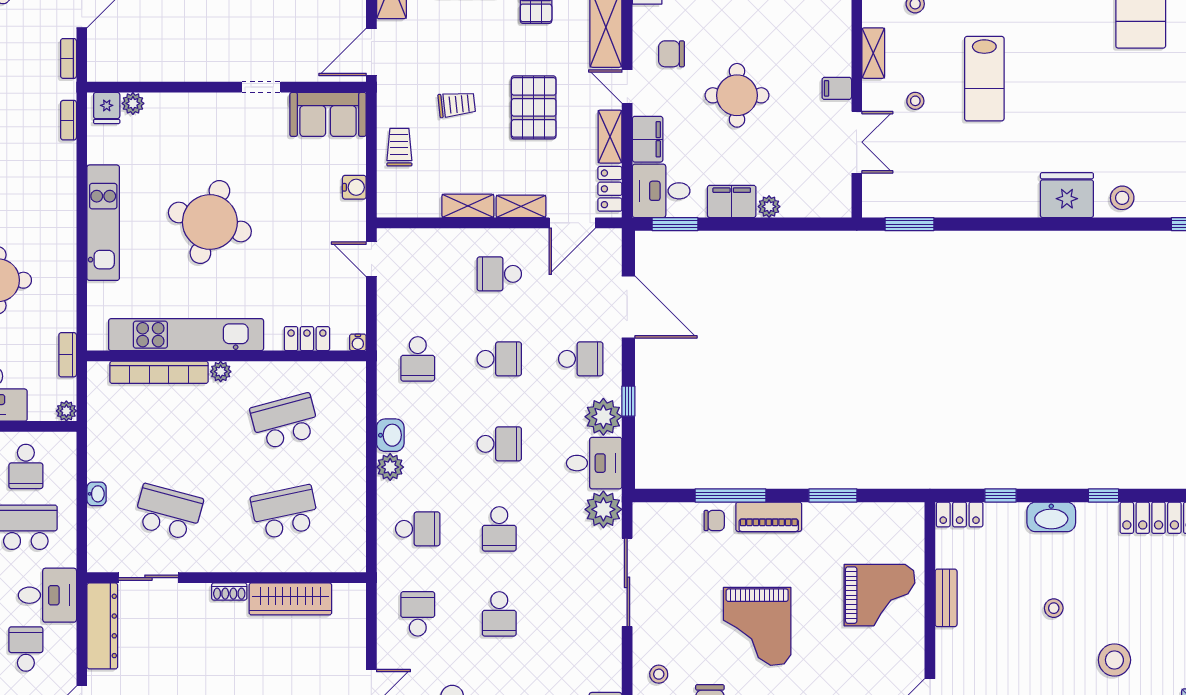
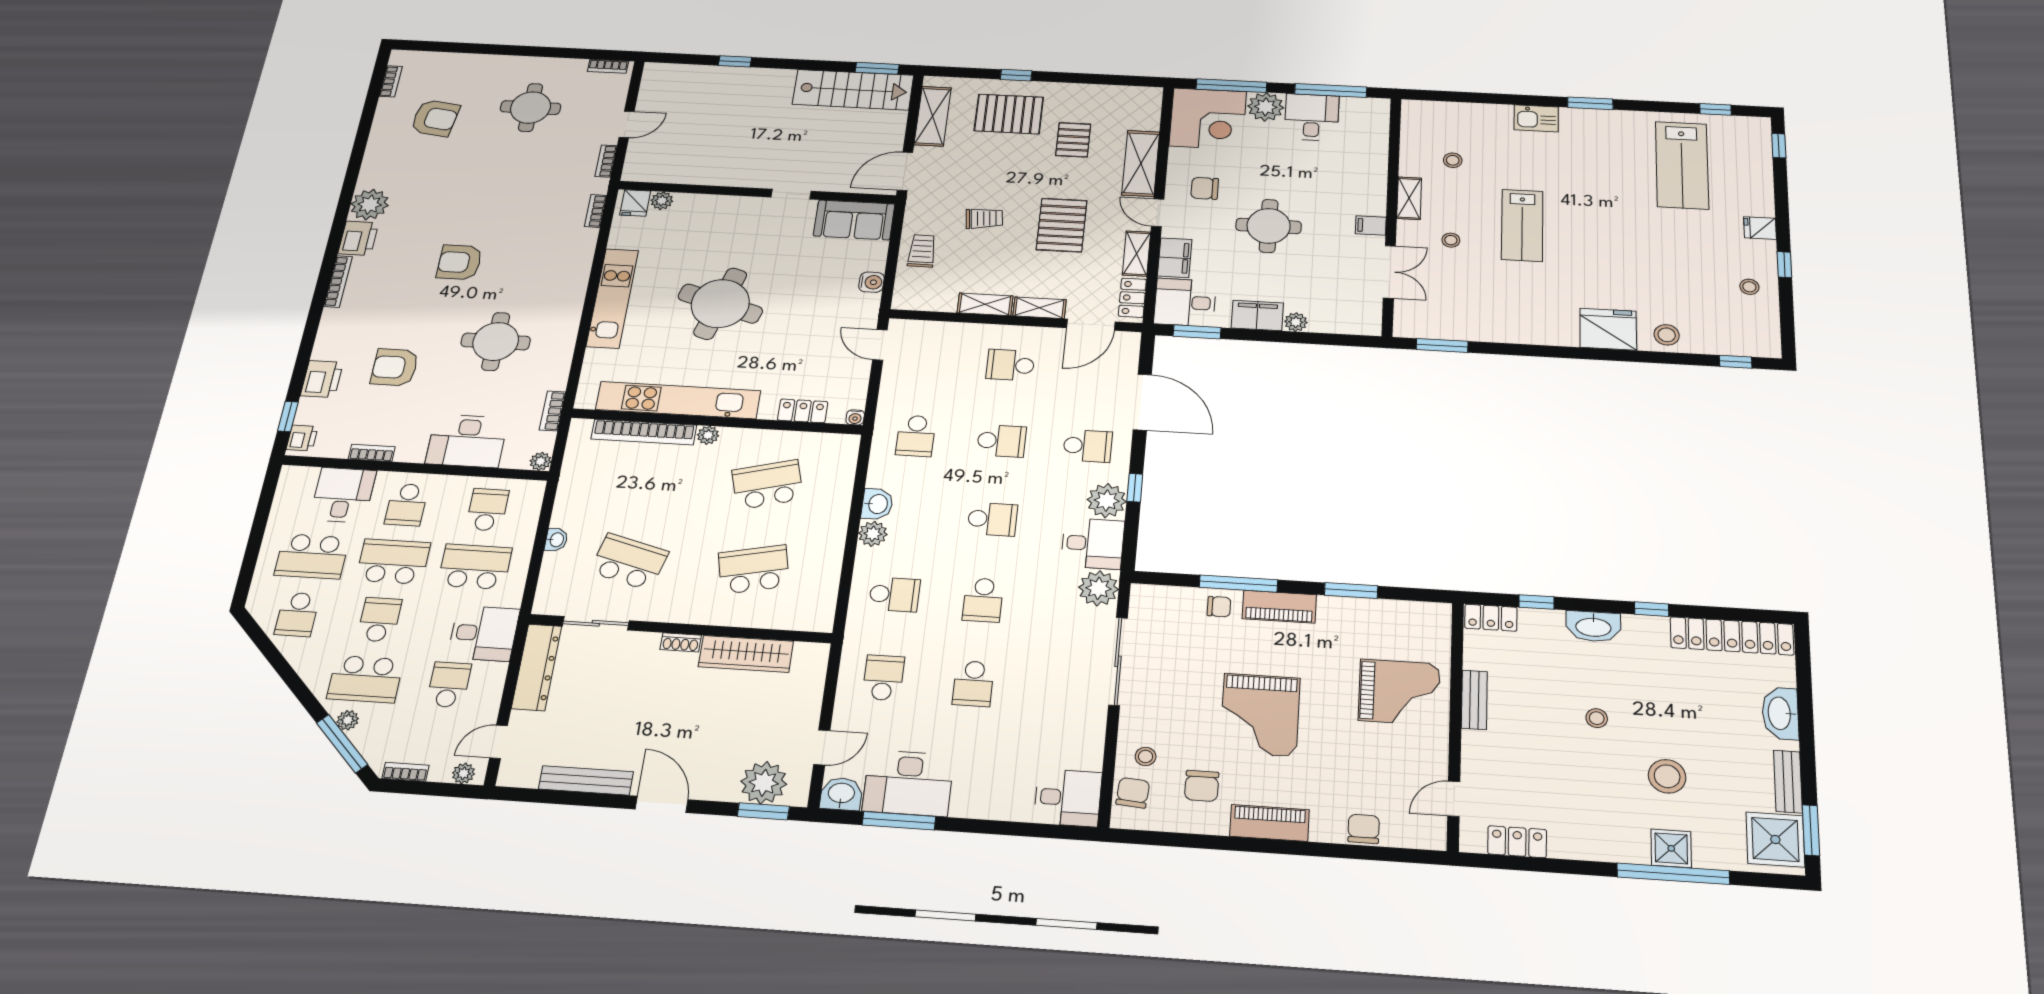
school desk: (26, 466) -> (487, 510), turned 180

